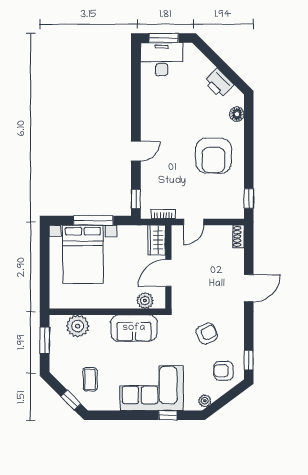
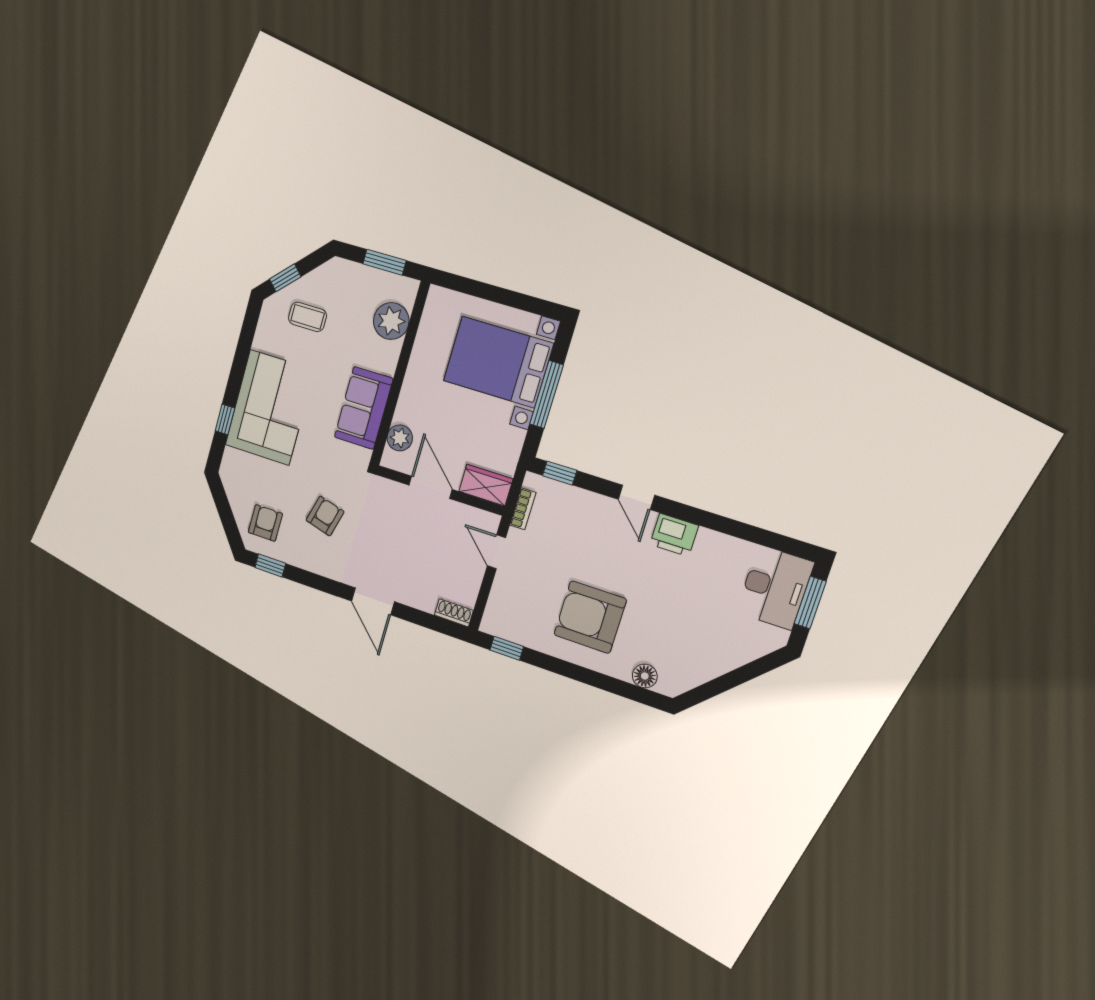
printer: (219, 83) -> (674, 535), moved, turned -135
armchair: (207, 334) -> (325, 516), turned -141
plant: (205, 401) -> (231, 481), removed

